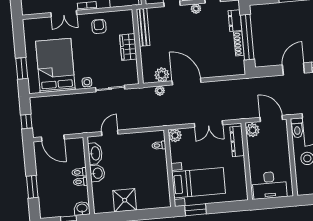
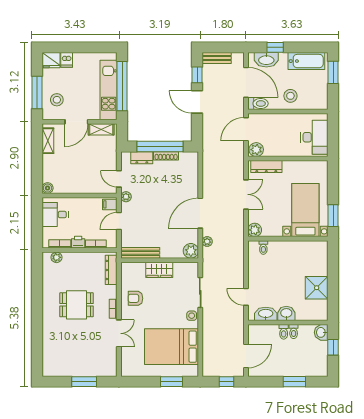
plant: (162, 75) -> (191, 251), moved

